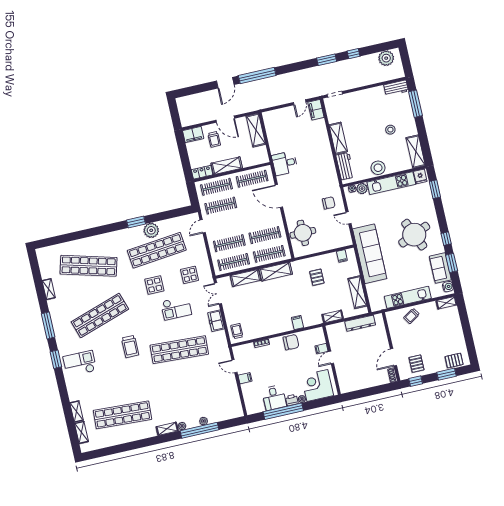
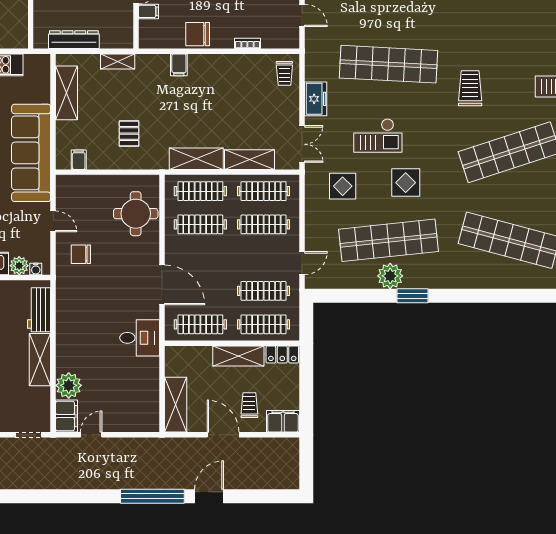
window: (327, 60) -> (29, 496), removed
plant: (319, 127) -> (69, 385), added
checkout: (176, 308) -> (378, 135), turned 180

